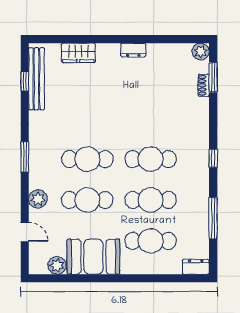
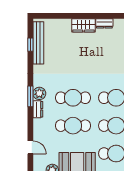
wardrobe: (78, 53) -> (84, 25), moved
dresser: (36, 176) -> (38, 109), added
plant: (38, 199) -> (39, 93), moved

